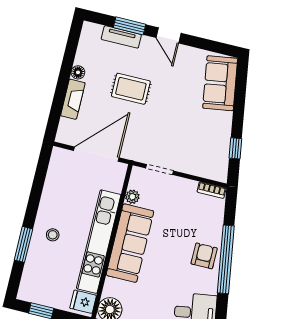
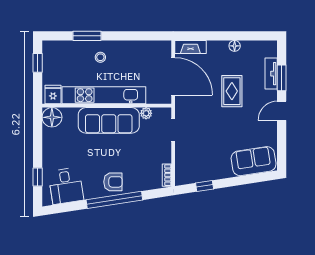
fireplace: (73, 99) -> (190, 47), moved

